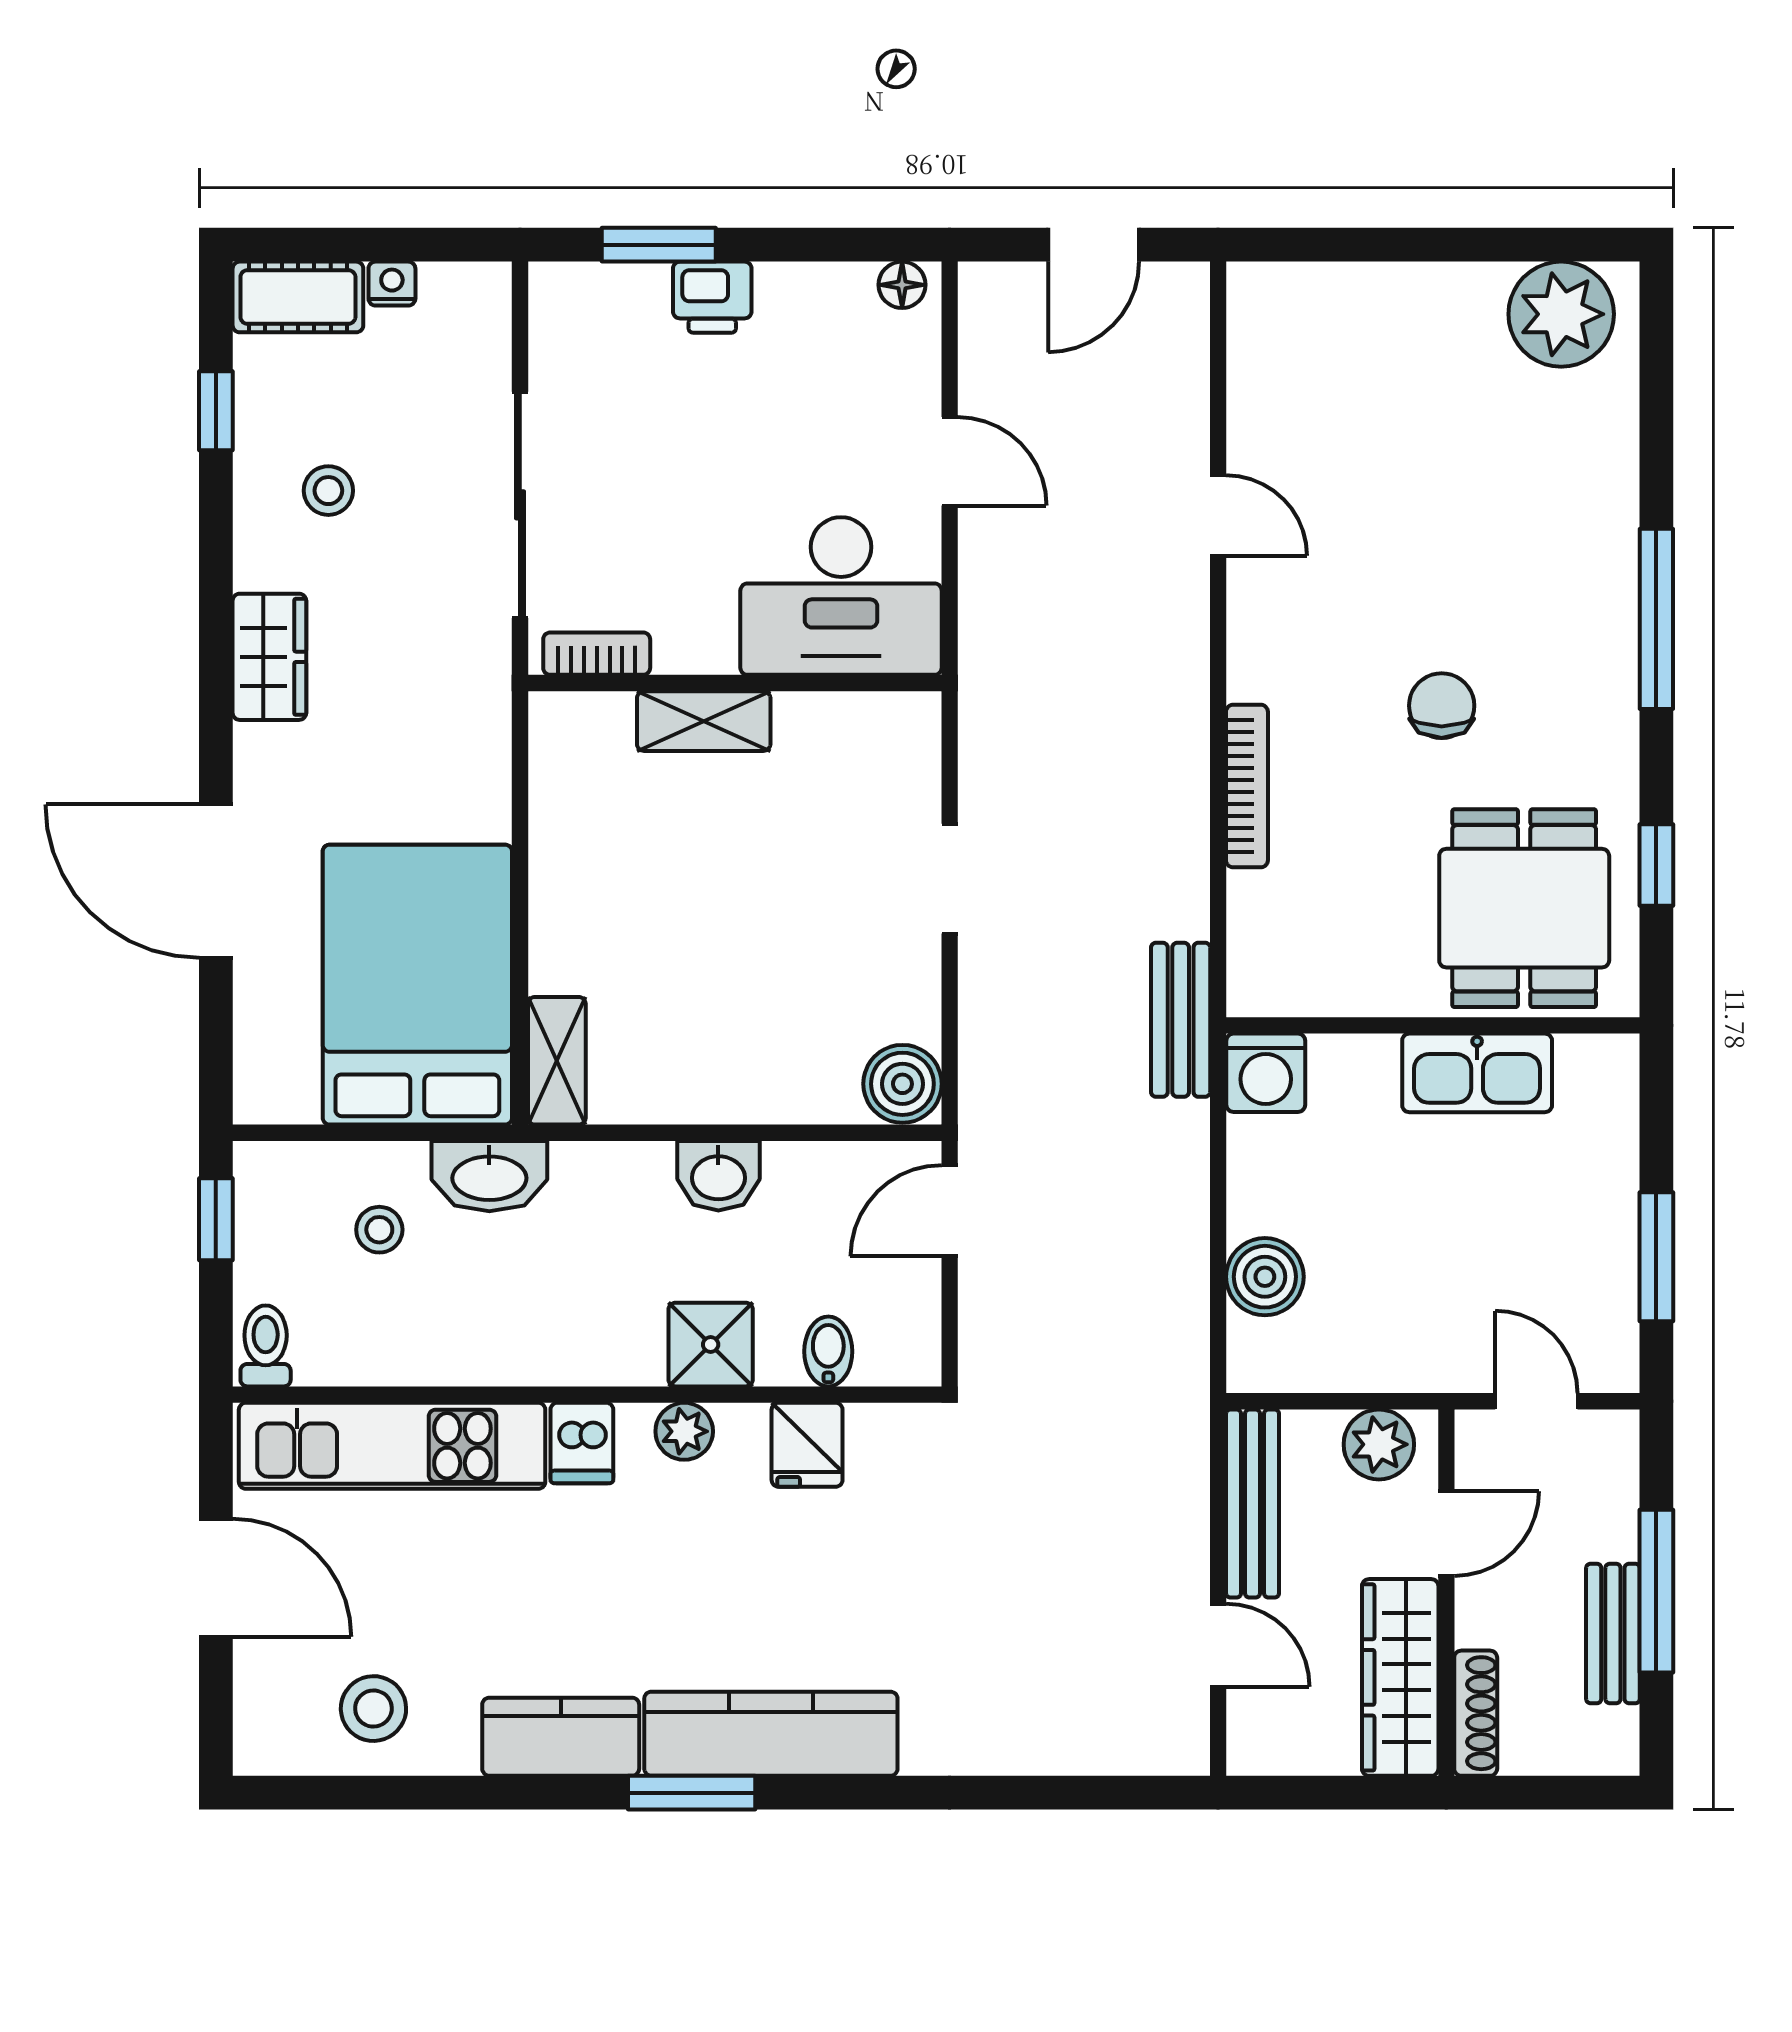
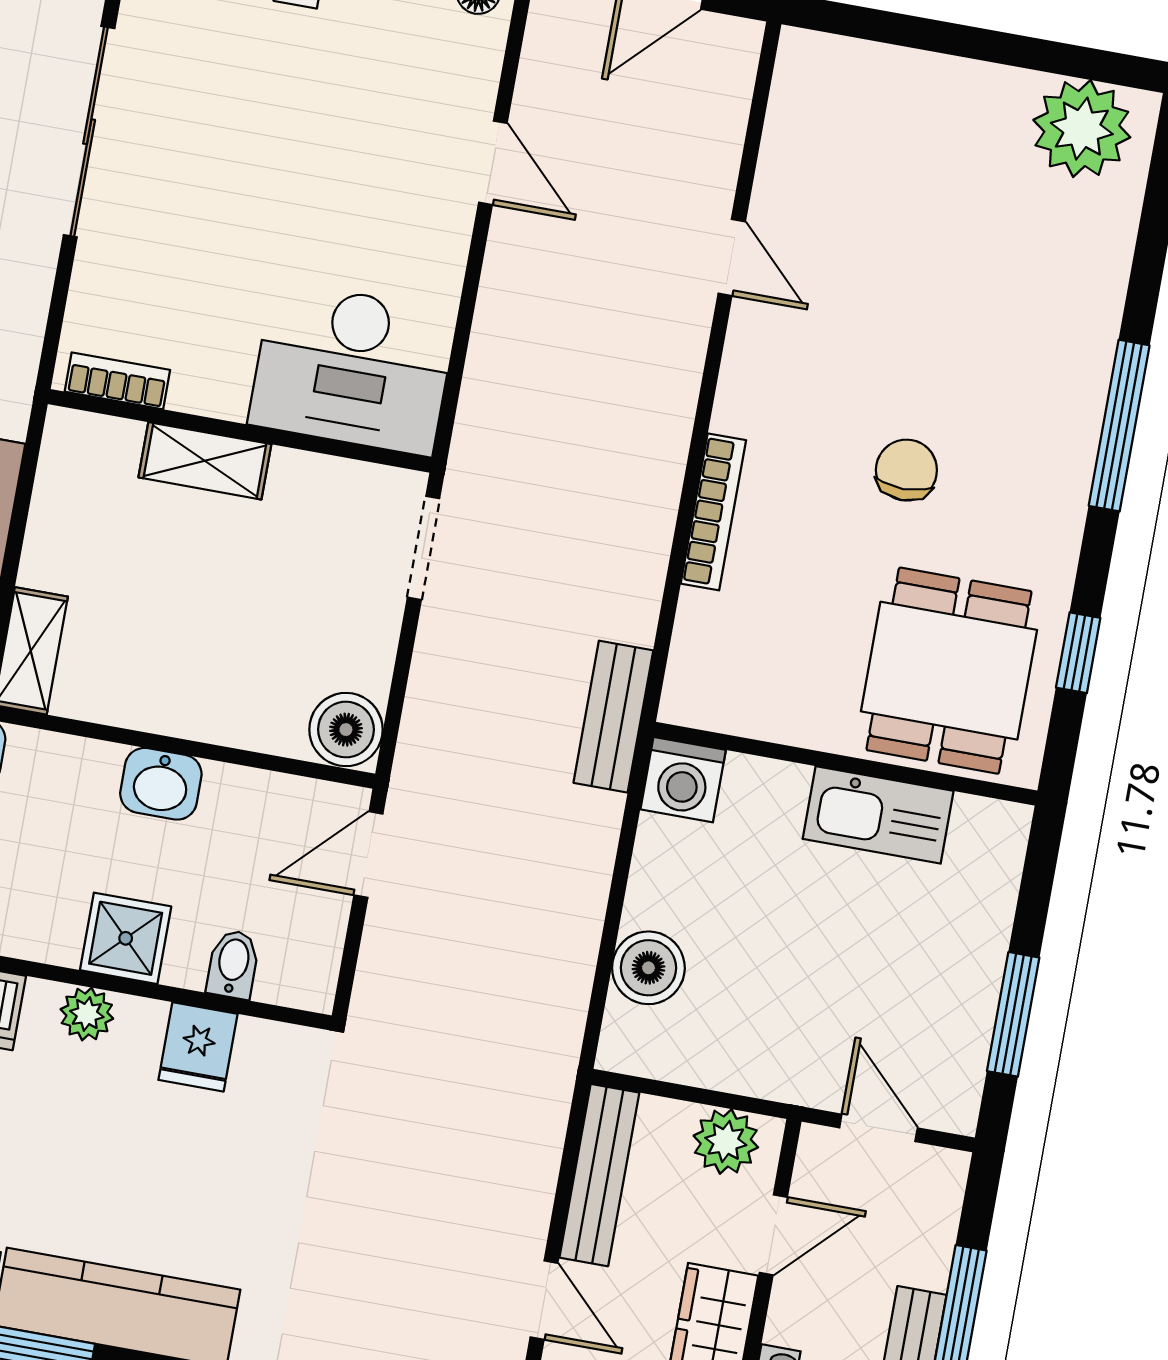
desk: (841, 596) -> (352, 368), moved
bookcase: (597, 654) -> (117, 381), moved
wall: (735, 683) -> (240, 431), moved
shelving: (704, 721) -> (205, 461), moved

